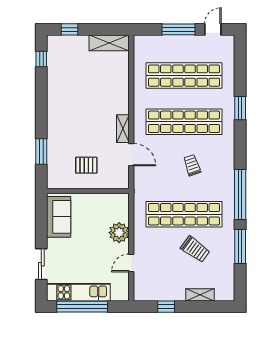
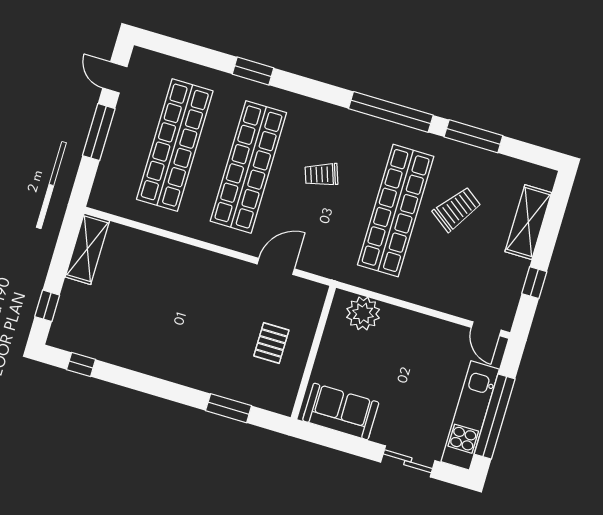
shelving: (123, 129) -> (230, 267), removed
plant: (119, 233) -> (363, 313), moved
door: (131, 263) -> (486, 329), moved
shelving: (200, 295) -> (528, 222), width x1.50, depth x1.33

